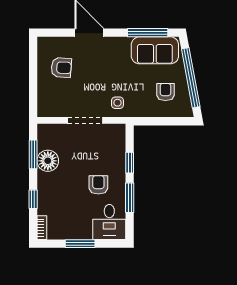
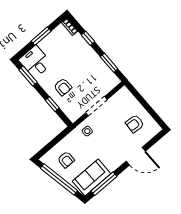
floor lamp: (48, 161) -> (98, 66), removed
armchair: (98, 185) -> (63, 87), moved
window: (130, 198) -> (28, 76), moved

